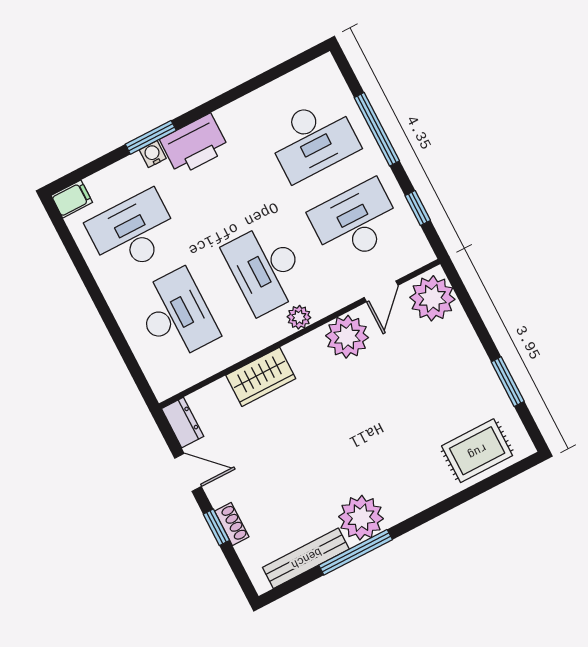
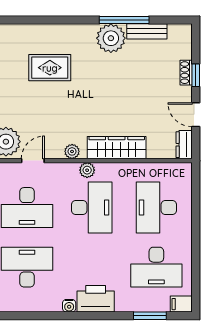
window: (151, 137) -> (150, 316), moved
water cooler: (153, 154) -> (69, 306), moved
plant: (347, 337) -> (72, 151), width x0.53, depth x0.53
wardrobe: (261, 377) -> (117, 148), width x1.50
rug: (477, 451) -> (50, 68), moved
bench: (306, 558) -> (147, 31), width x0.73

